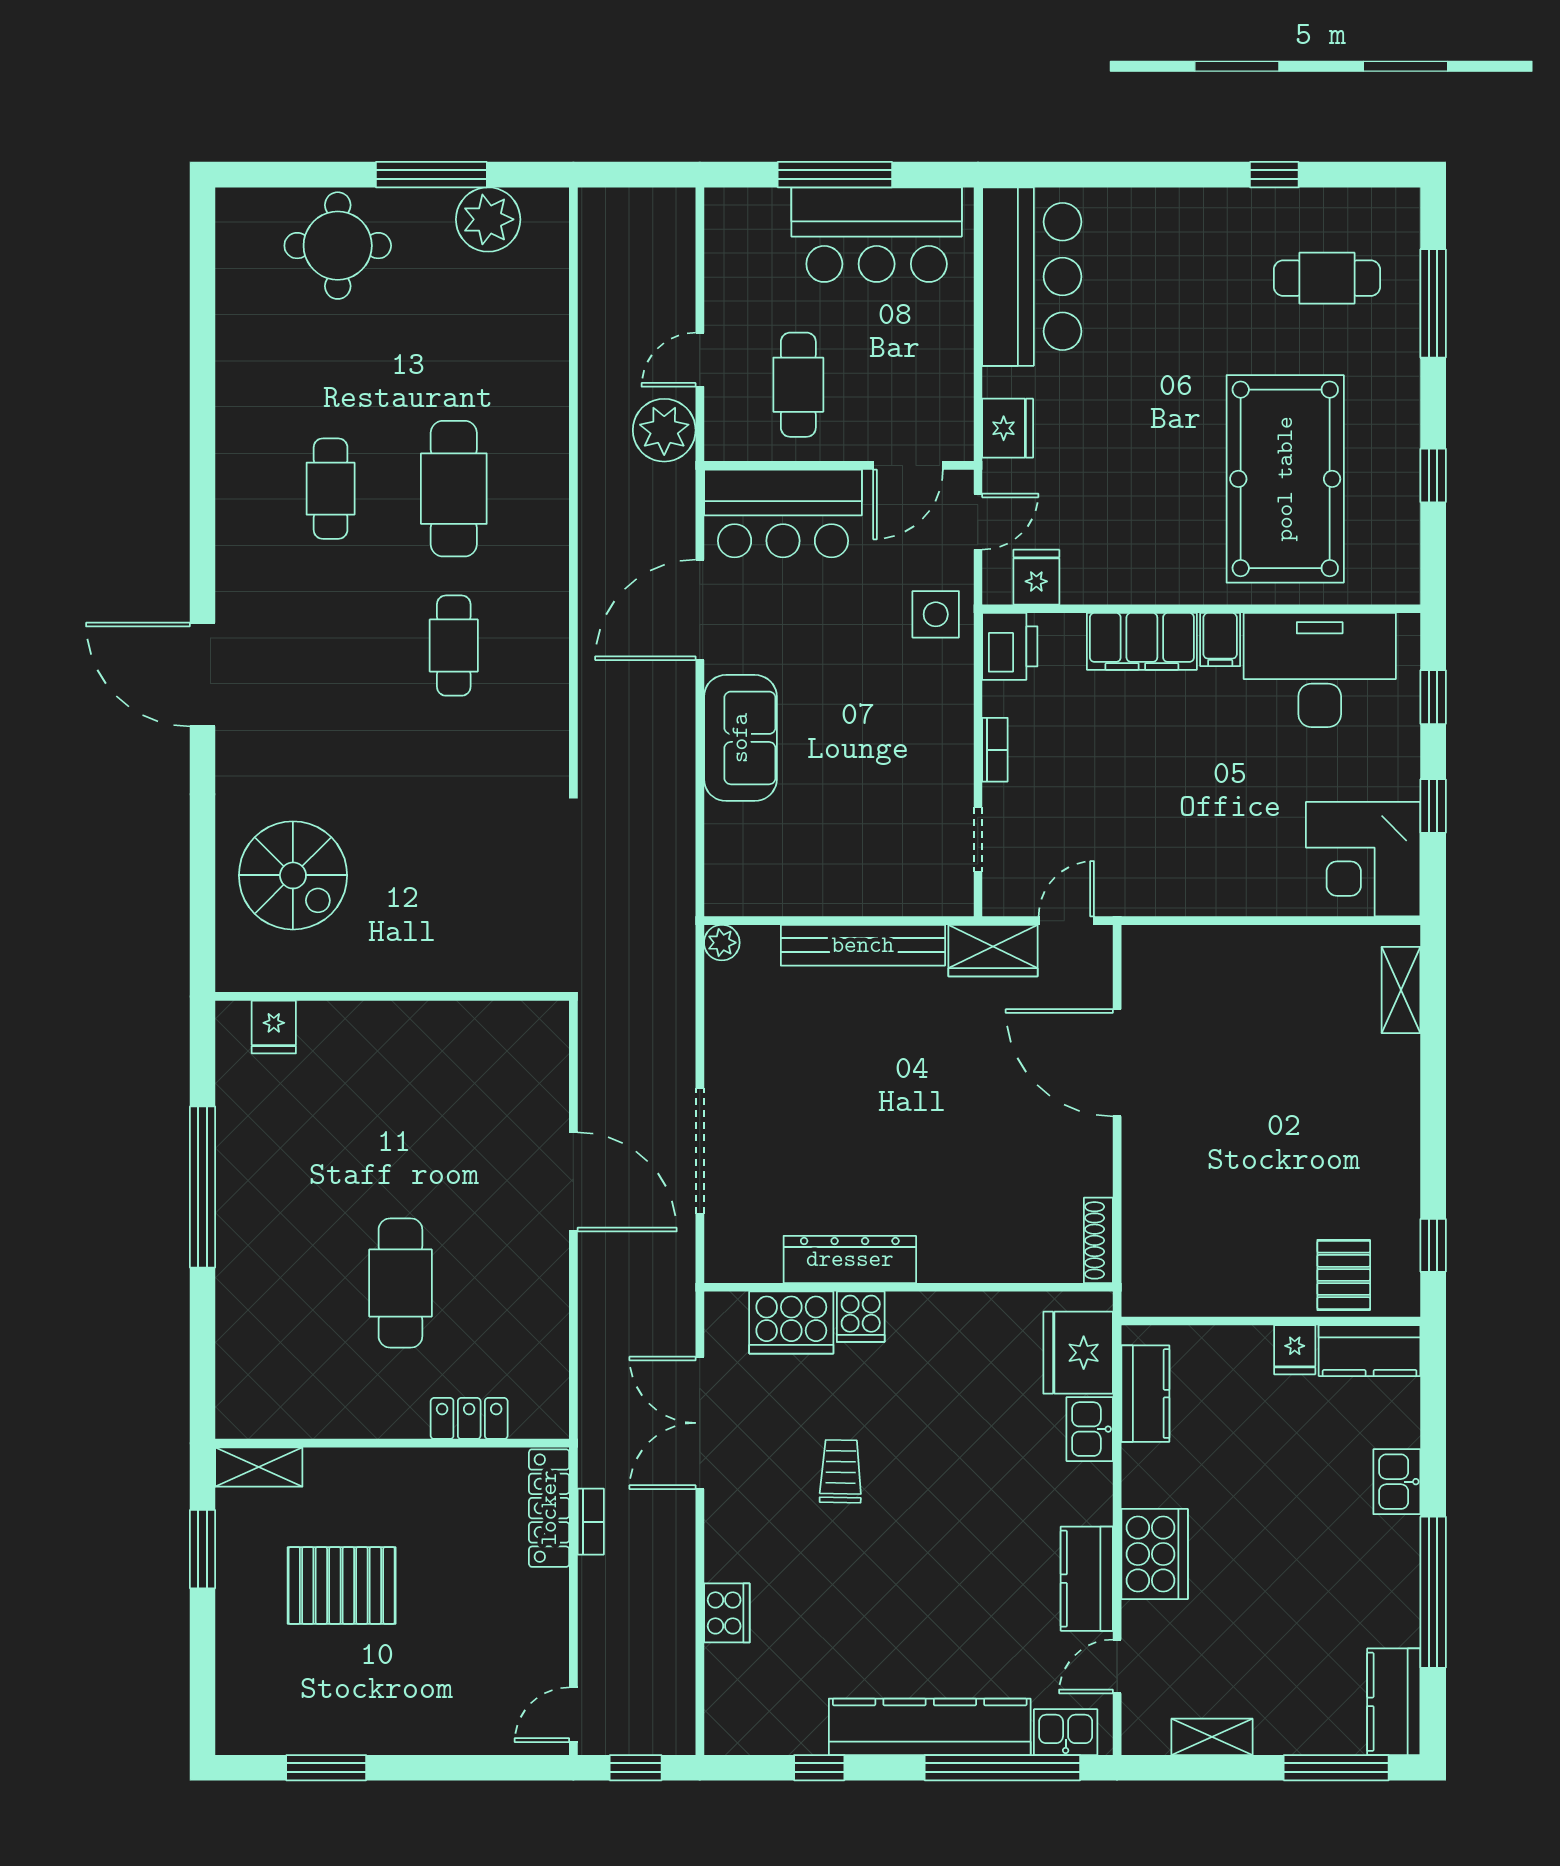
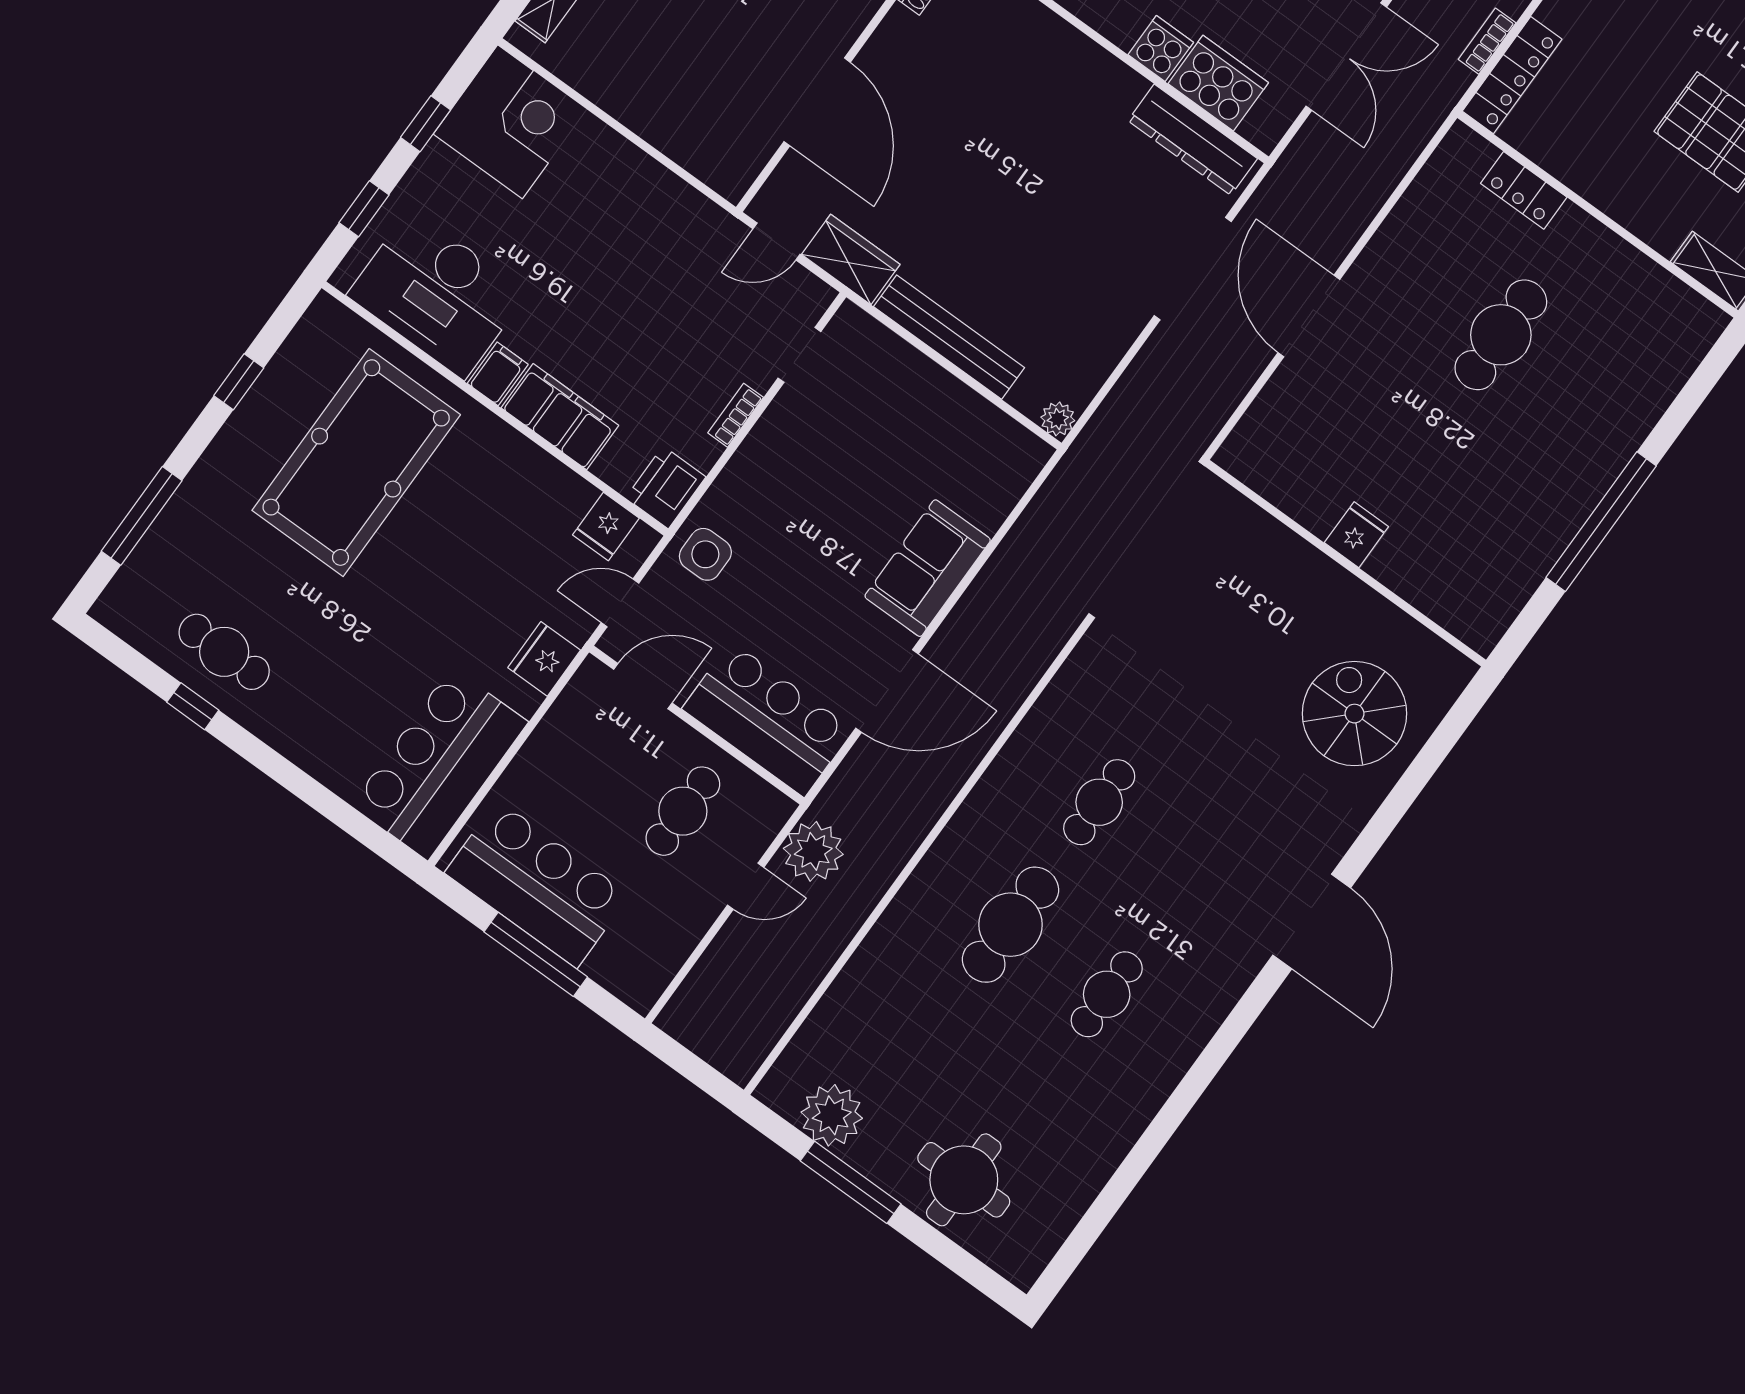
cafe table: (1327, 278) -> (224, 652), moved
fridge: (274, 1027) -> (1356, 535), moved
dresser: (850, 1259) -> (1193, 140), moved

